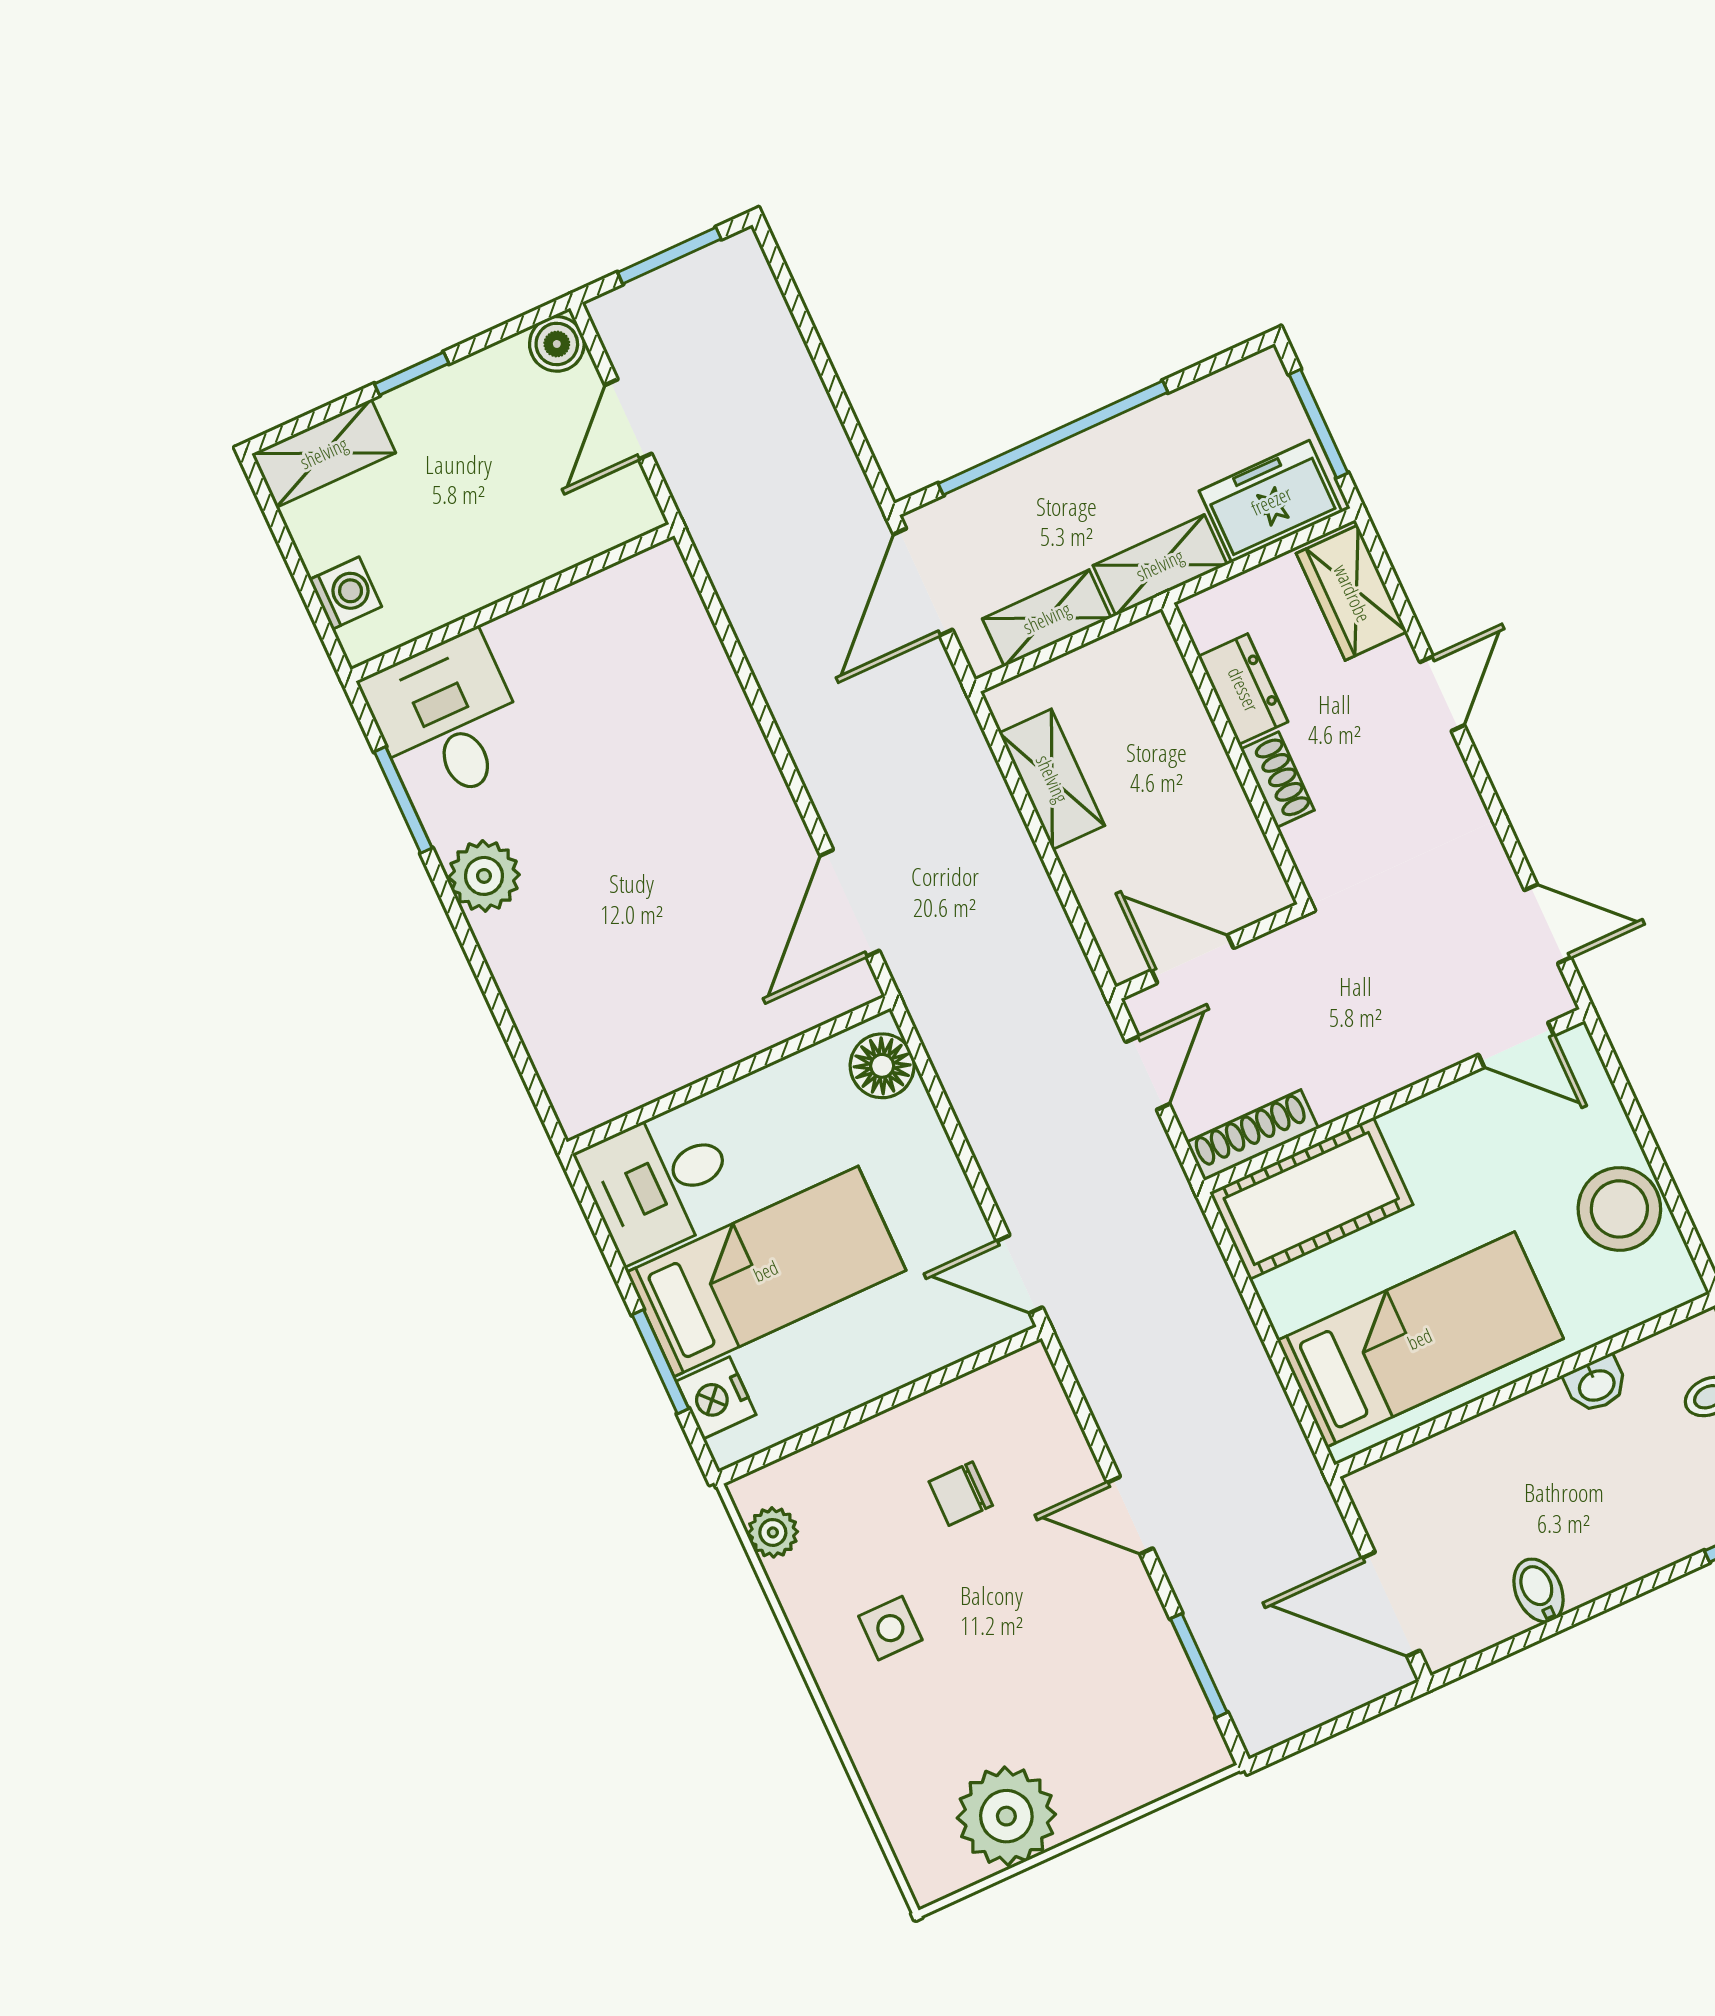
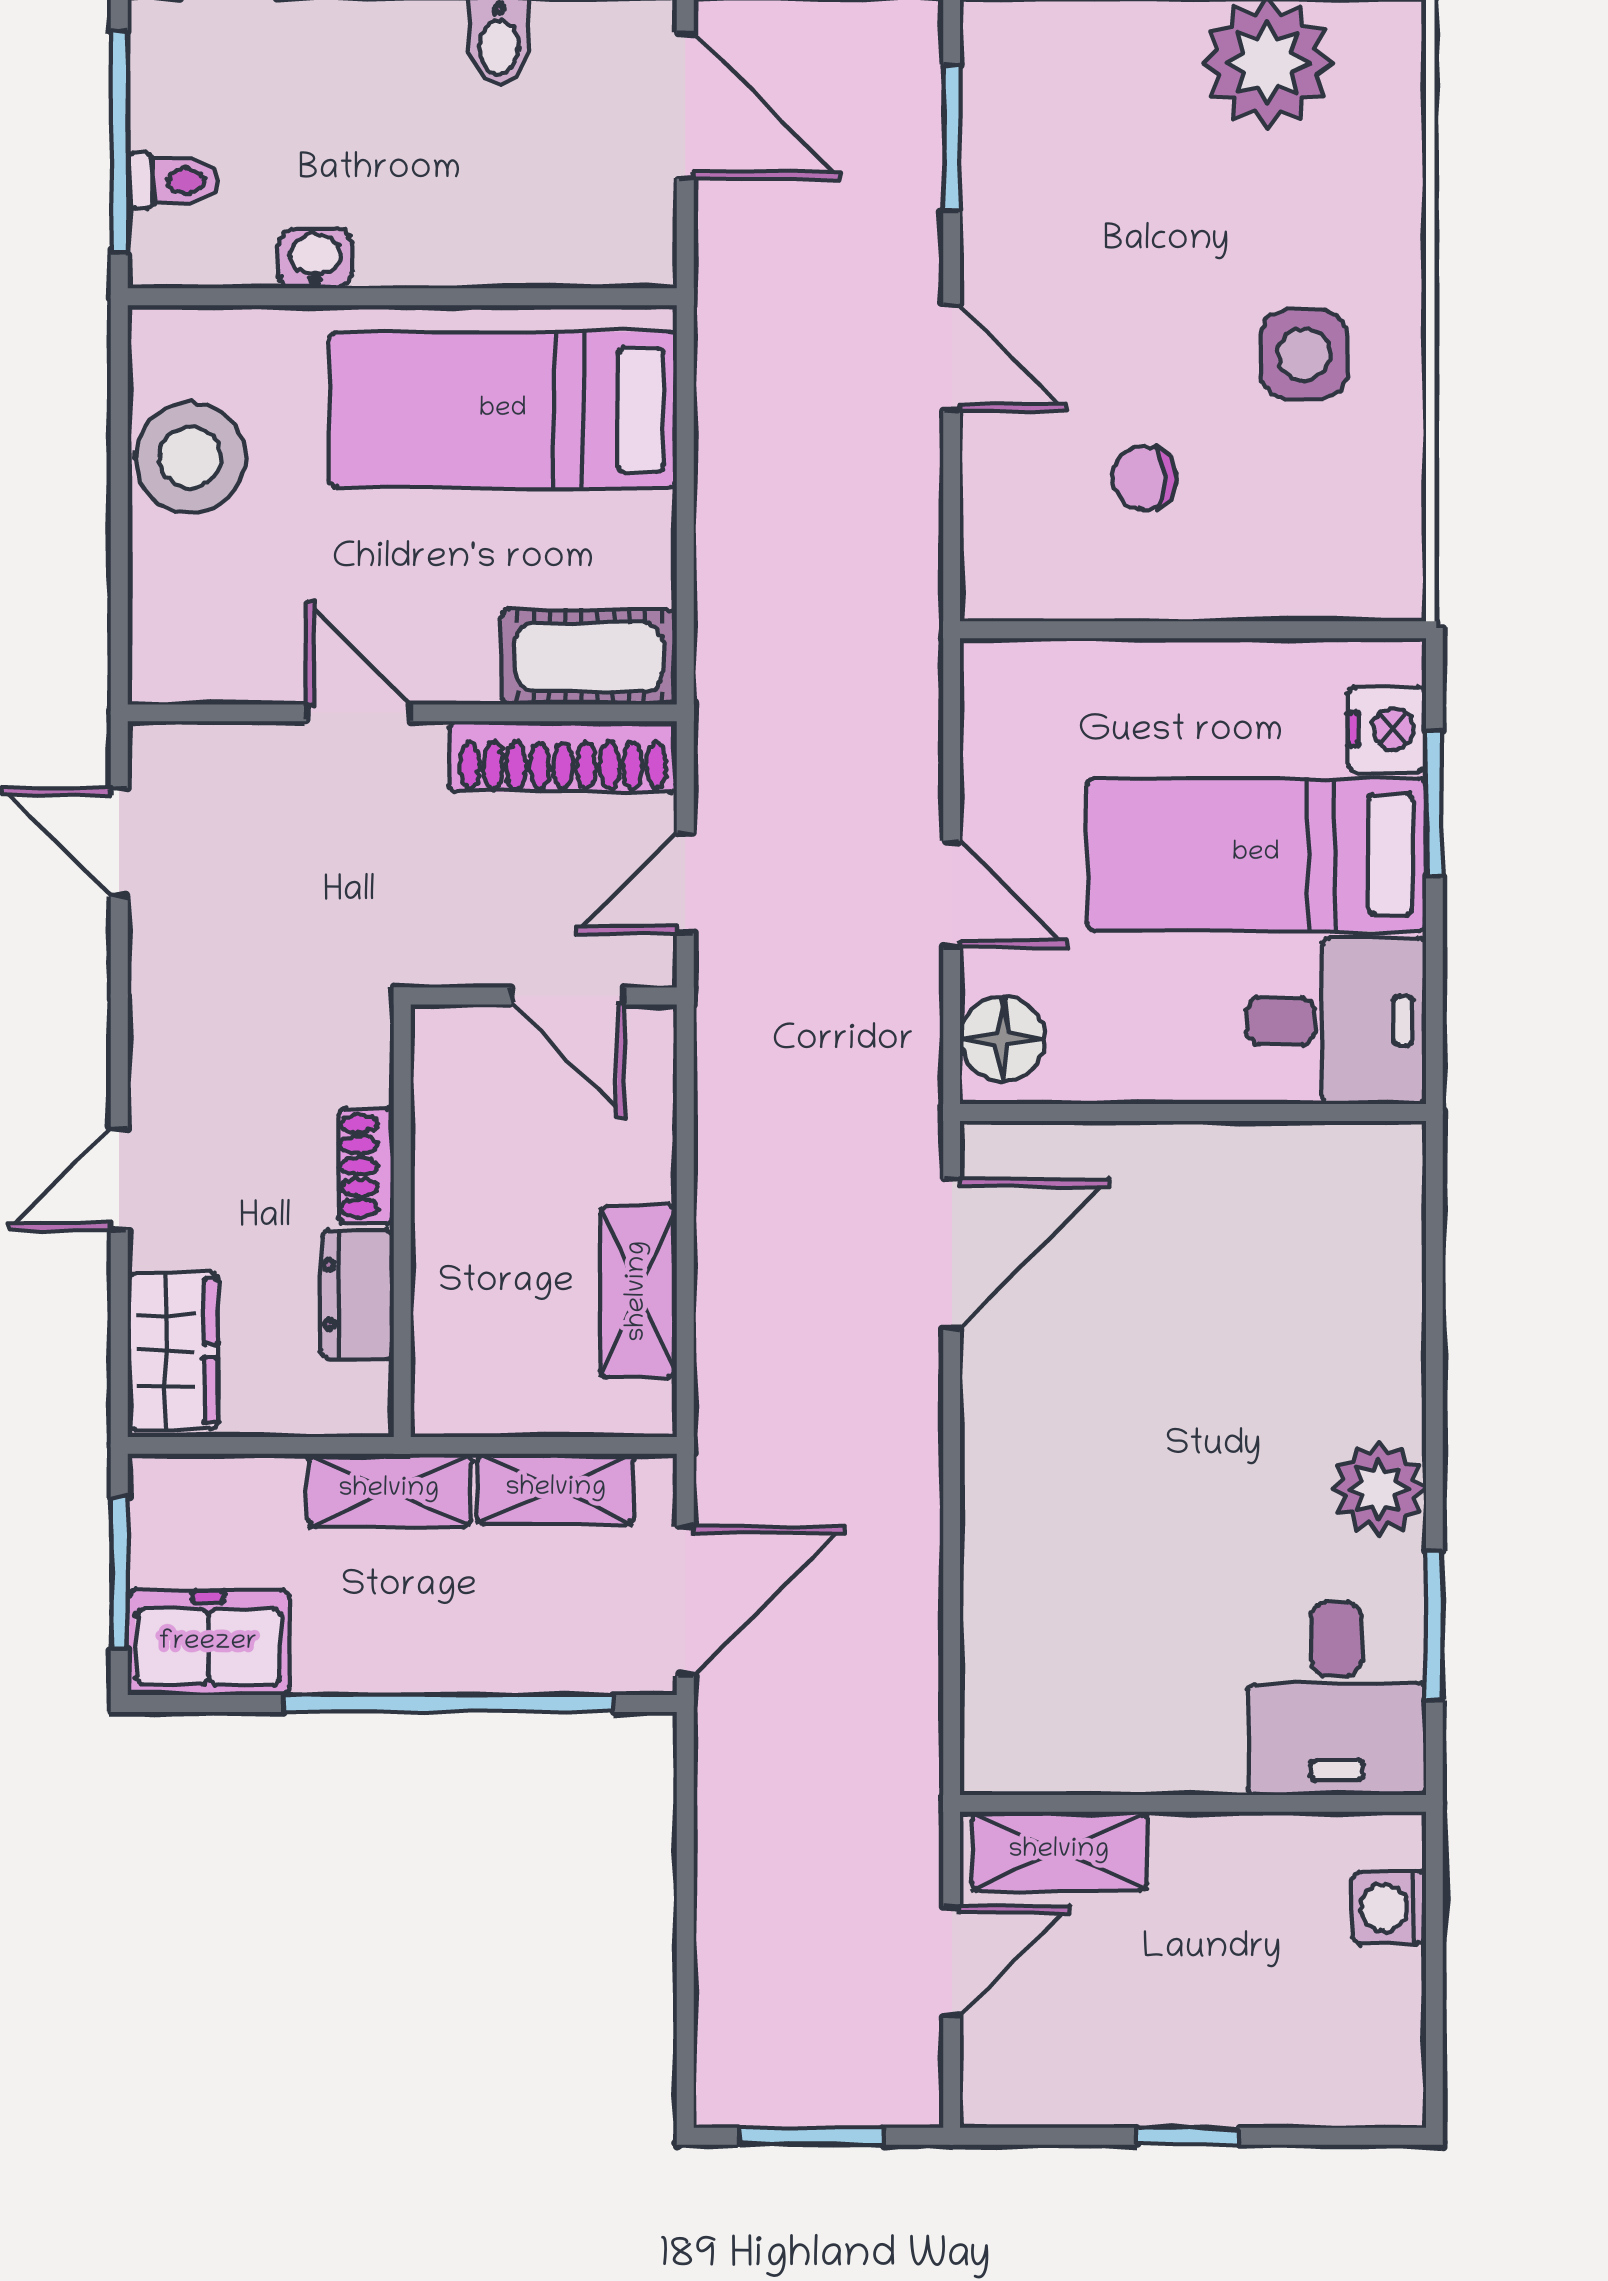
boiler: (557, 344) -> (996, 2092), removed
shelving: (324, 453) -> (1059, 1851), moved
freezer: (1271, 501) -> (208, 1643), moved, turned 180
door: (1516, 1045) -> (358, 713), moved
shoe rack: (1252, 1135) -> (563, 756), width x1.36, depth x1.24
cot: (1311, 1198) -> (589, 657), width x0.73, depth x0.75
door: (1020, 1274) -> (952, 894), moved
chair: (961, 1494) -> (1144, 478), turned 180
plant: (773, 1532) -> (1393, 535), removed
side table: (890, 1628) -> (1304, 354), width x1.37, depth x1.37

